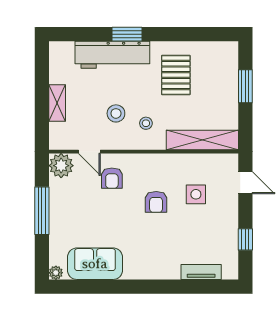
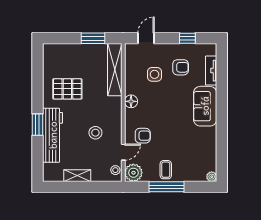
window: (245, 86) -> (93, 38), moved
shelving: (57, 103) -> (77, 176), moved
stool: (146, 123) -> (115, 170), moved
floor lamp: (159, 162) -> (131, 101), added
armchair: (156, 202) -> (181, 67), moved
coffee table: (65, 210) -> (166, 170), added
sofa: (95, 264) -> (205, 106), moved

